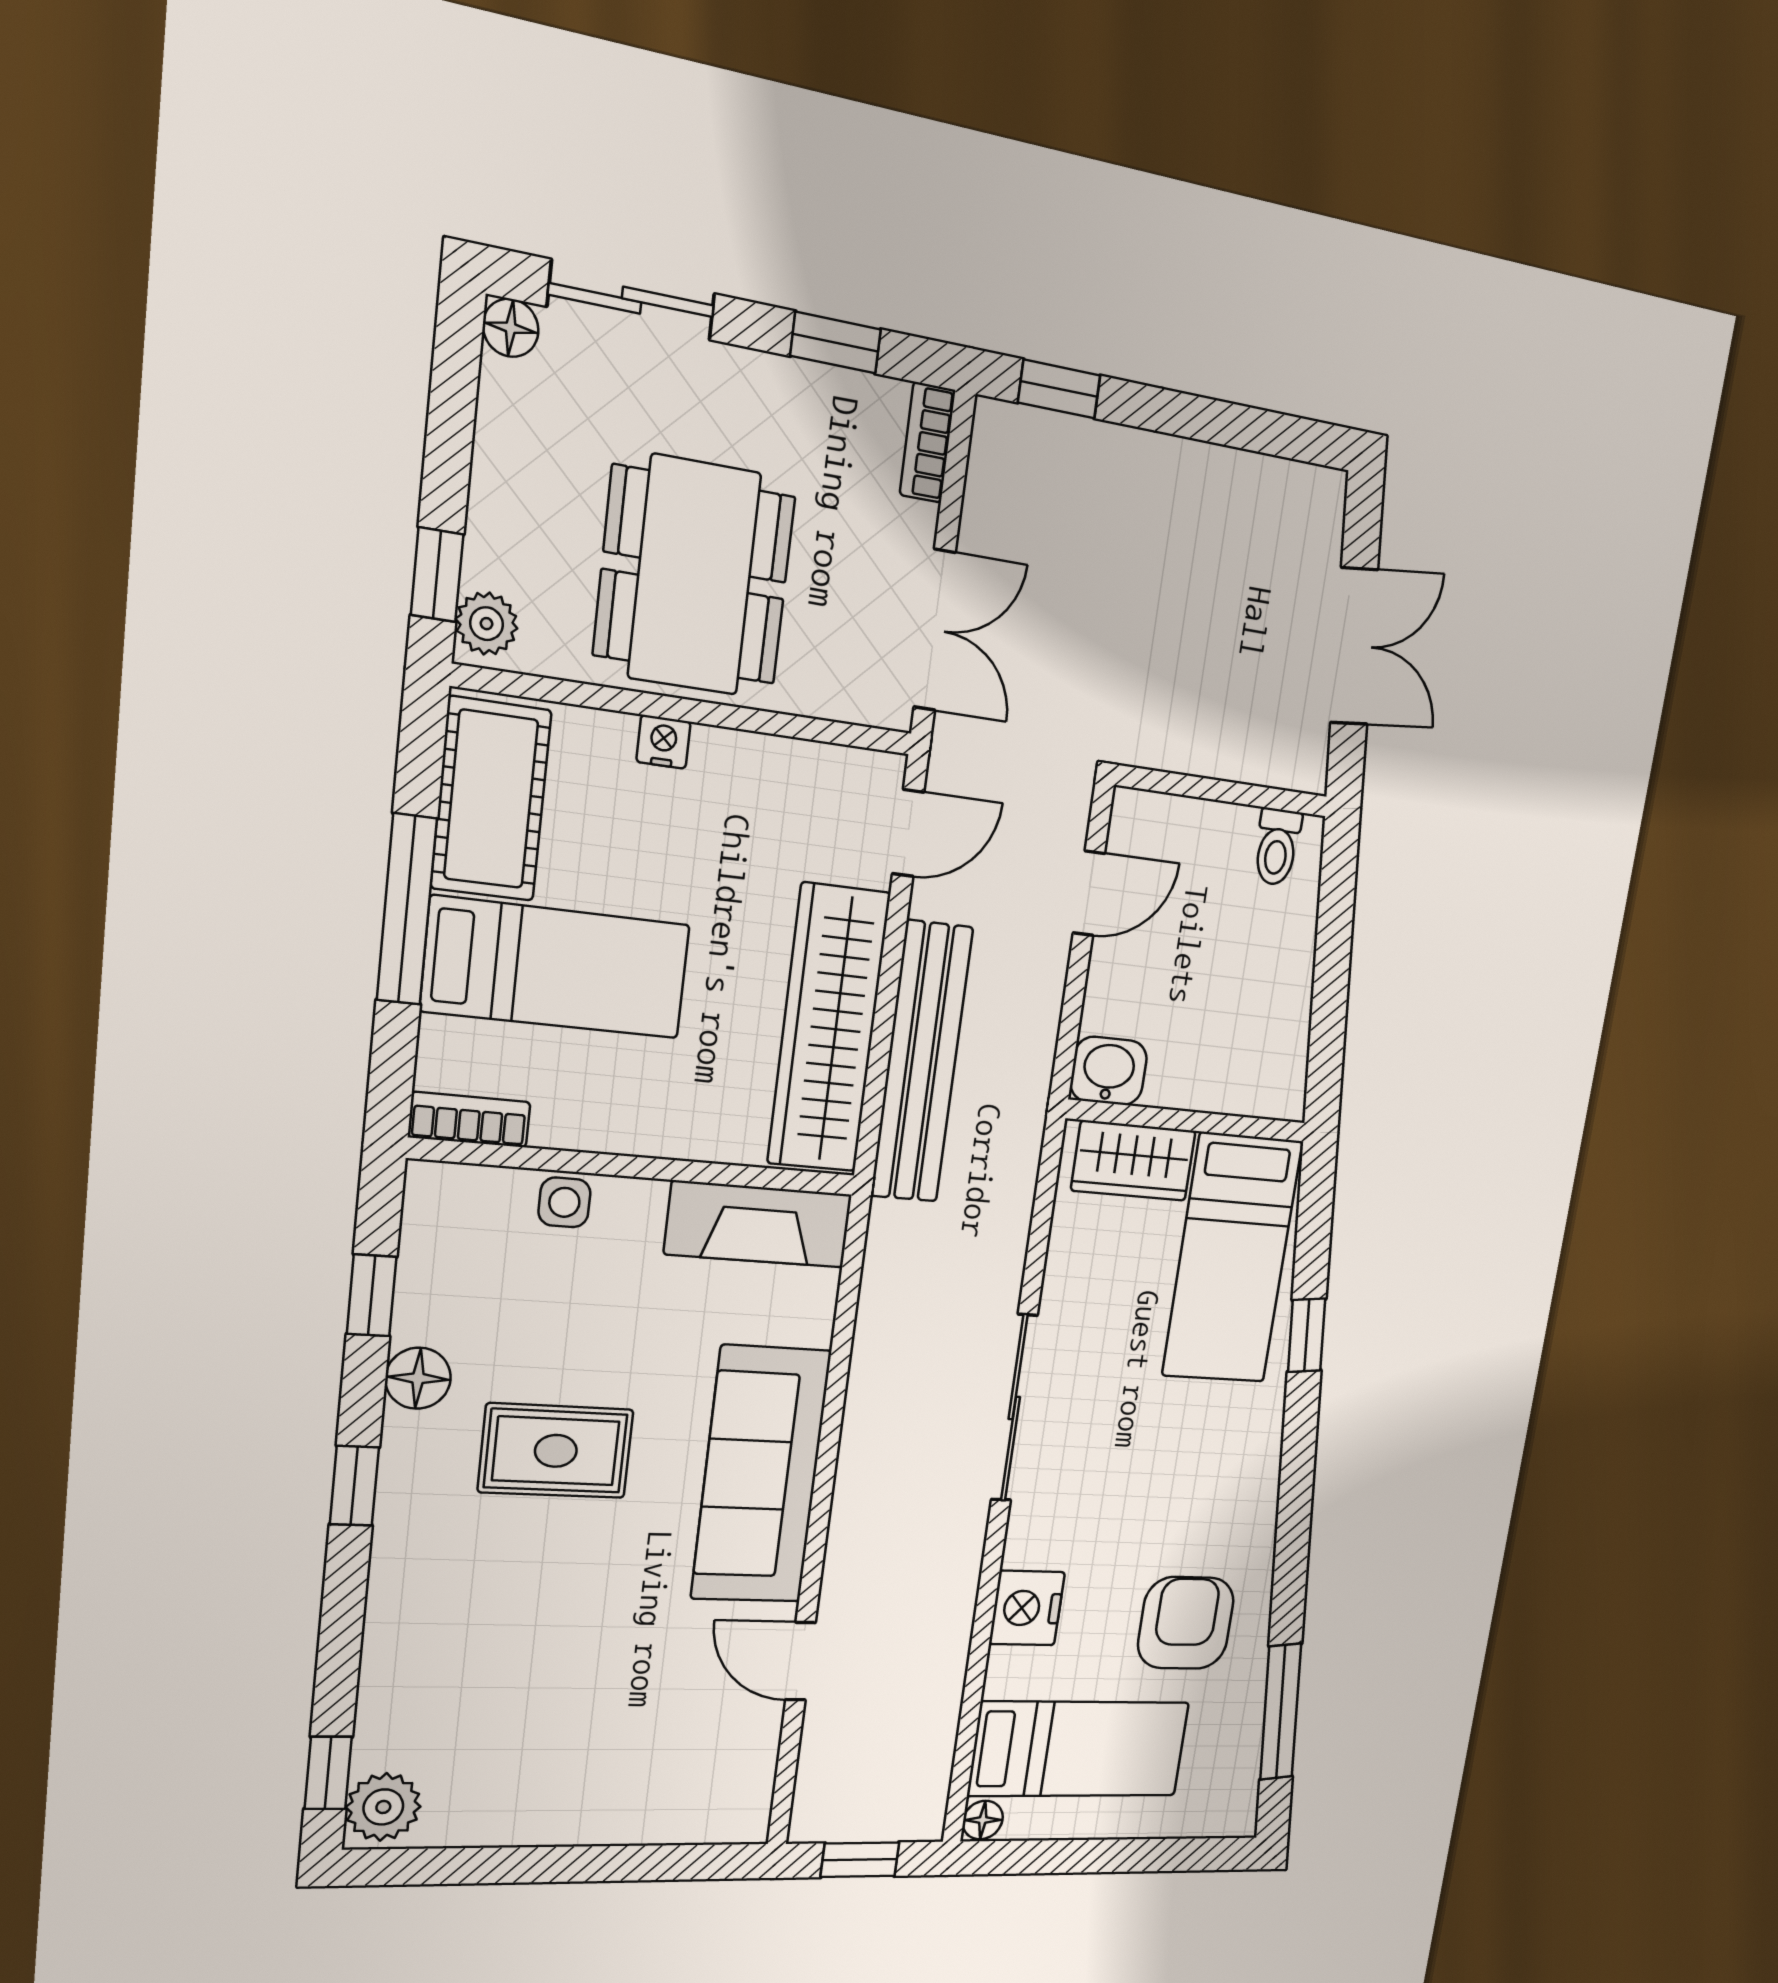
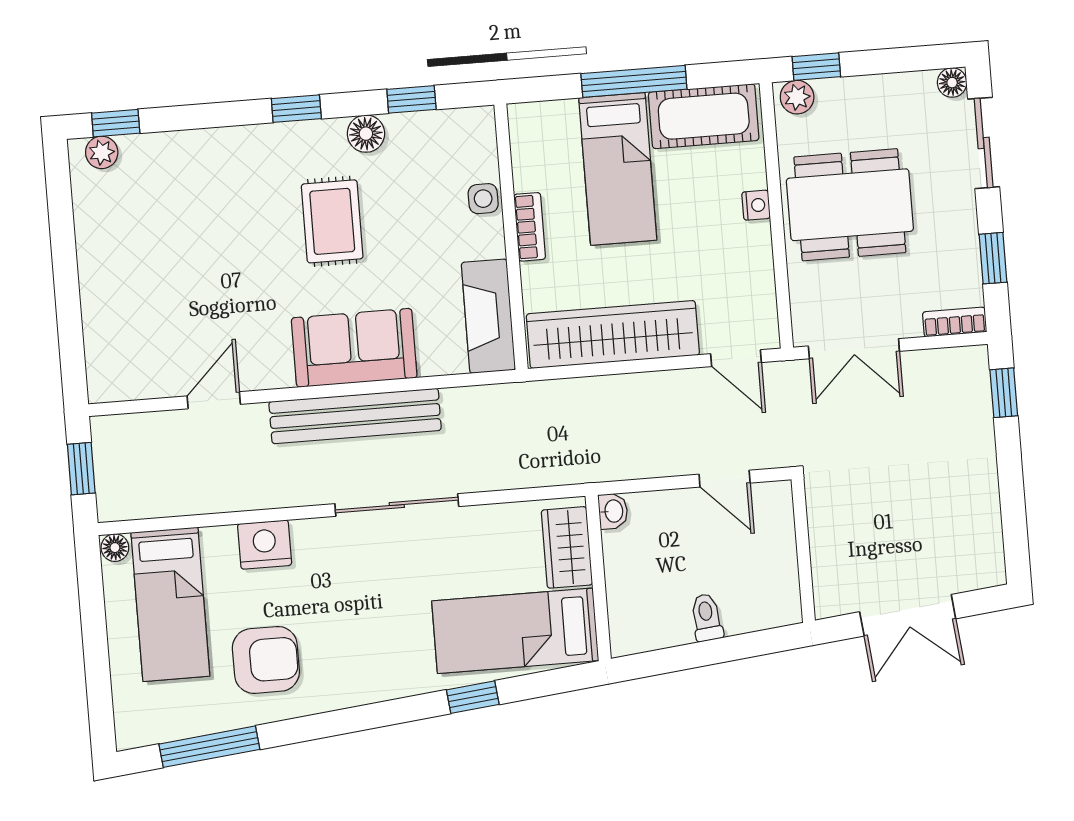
toilet: (1277, 847) -> (707, 617), moved, turned 84
bench: (921, 1062) -> (355, 416), moved
washbasin: (1109, 1071) -> (613, 511), width x0.72, depth x0.69
bookcase: (469, 1120) -> (530, 227), moved
sofa: (761, 1475) -> (354, 348), width x0.73
plant: (383, 1807) -> (102, 152), width x0.73, depth x0.73

